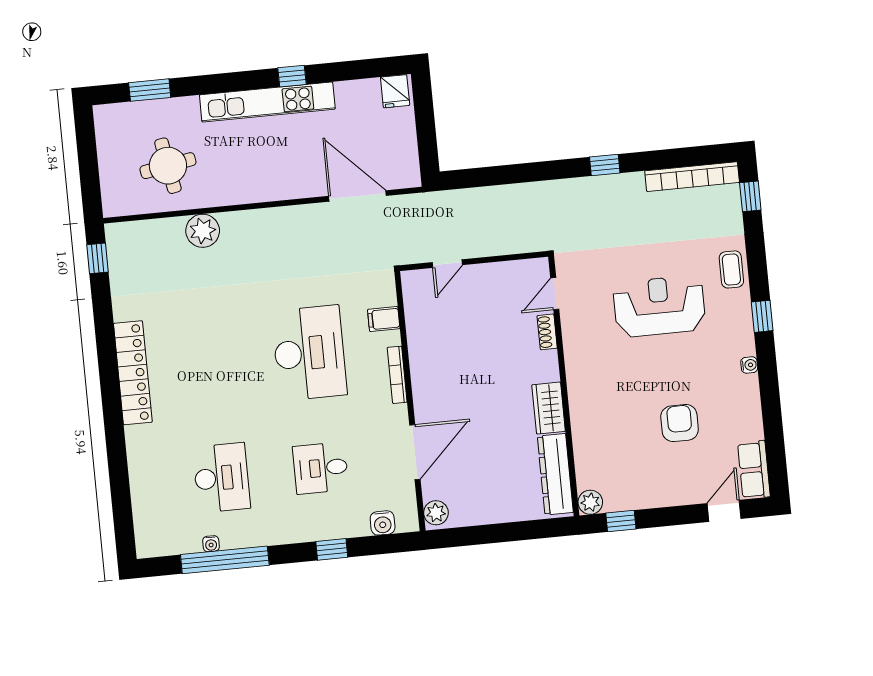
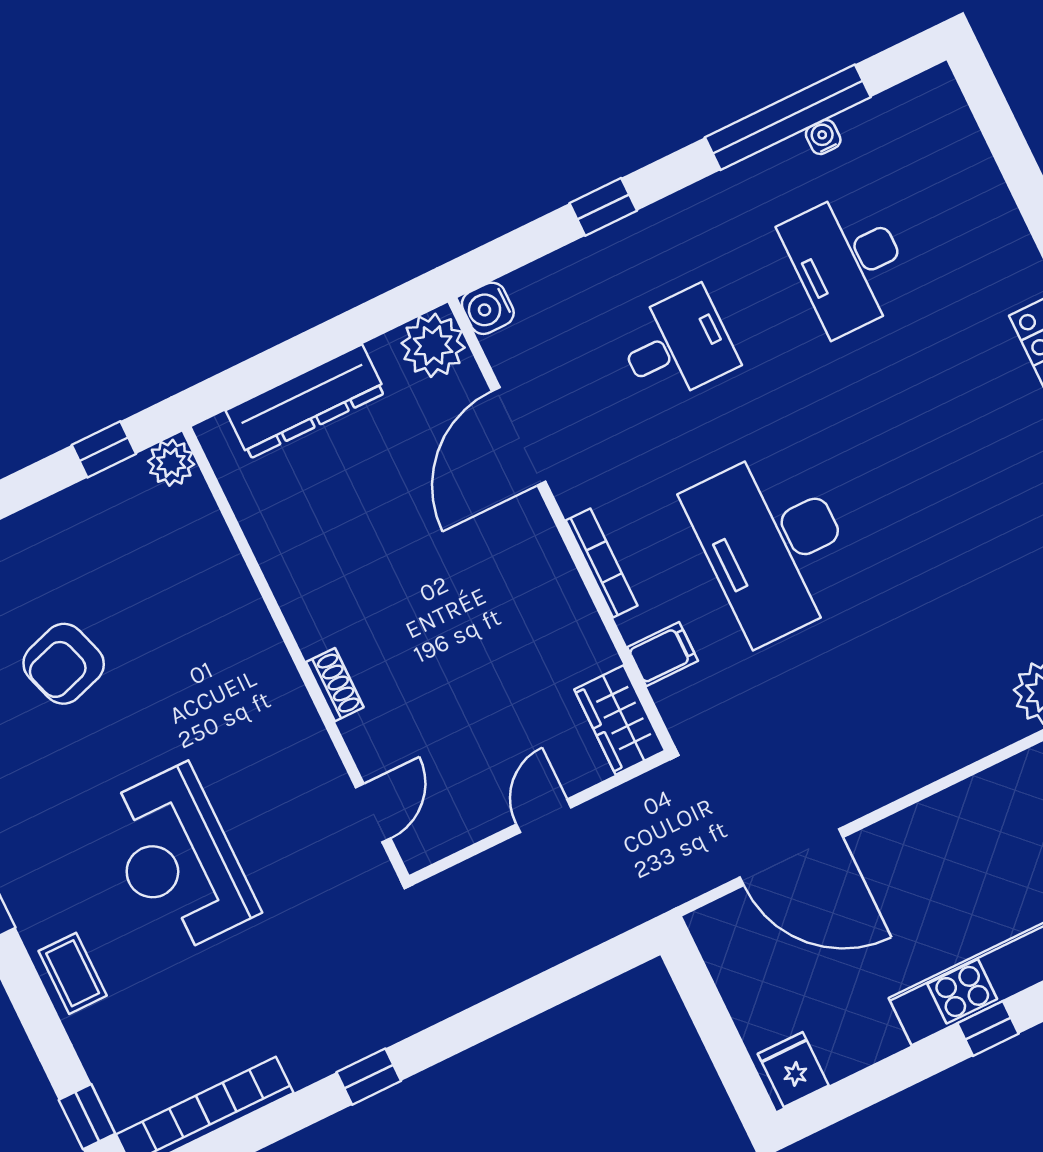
door: (447, 264) -> (544, 816), moved
reception desk: (659, 306) -> (177, 860), turned 90
shoe rack: (547, 332) -> (335, 685), moved
wardrobe: (549, 408) -> (620, 720), moved, turned 180
armchair: (680, 423) -> (64, 664), turned 72
dresser: (555, 474) -> (306, 402), moved, turned 90
plant: (436, 513) -> (433, 345), width x1.36, depth x1.36
water cooler: (383, 523) -> (488, 308), moved, turned -90

